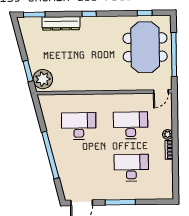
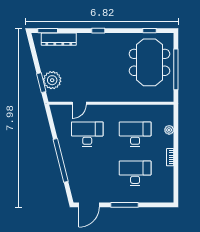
dresser: (61, 23) -> (59, 39), moved
plant: (43, 79) -> (52, 80), moved
door: (161, 91) -> (79, 103), moved
plant: (168, 134) -> (169, 130), moved

